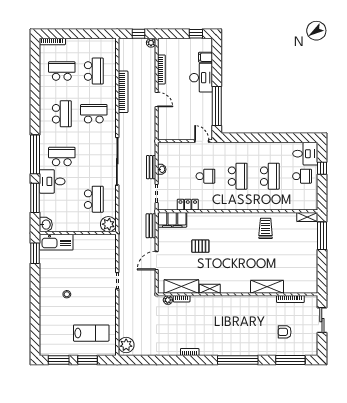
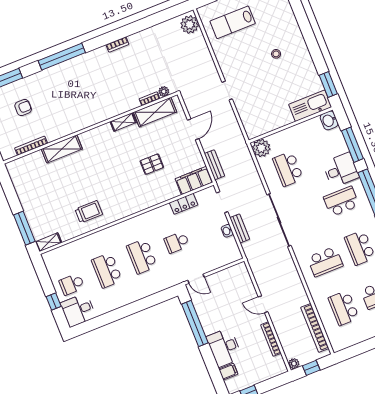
bookcase: (123, 92) -> (315, 328), moved
school desk: (62, 156) -> (341, 201), turned 180
trolley: (266, 228) -> (89, 212), turned -90

